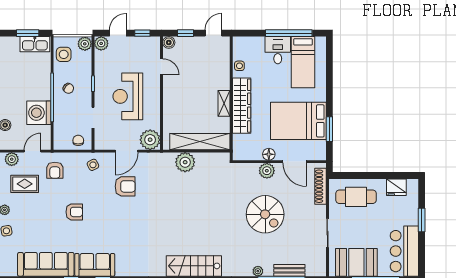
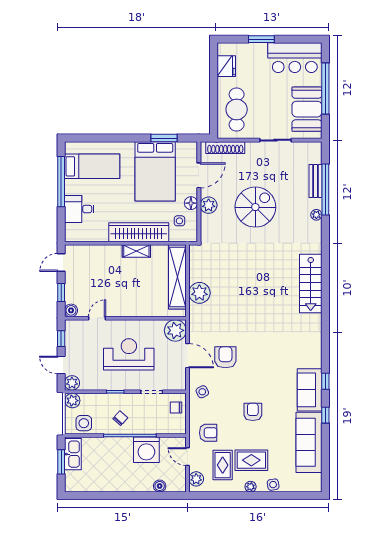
door: (213, 33) -> (61, 262), hinge flipped
desk: (278, 50) -> (79, 209), moved
side table: (239, 66) -> (179, 221), moved
reception desk: (128, 96) -> (129, 354), turned 180
rug: (29, 211) -> (251, 460), added

